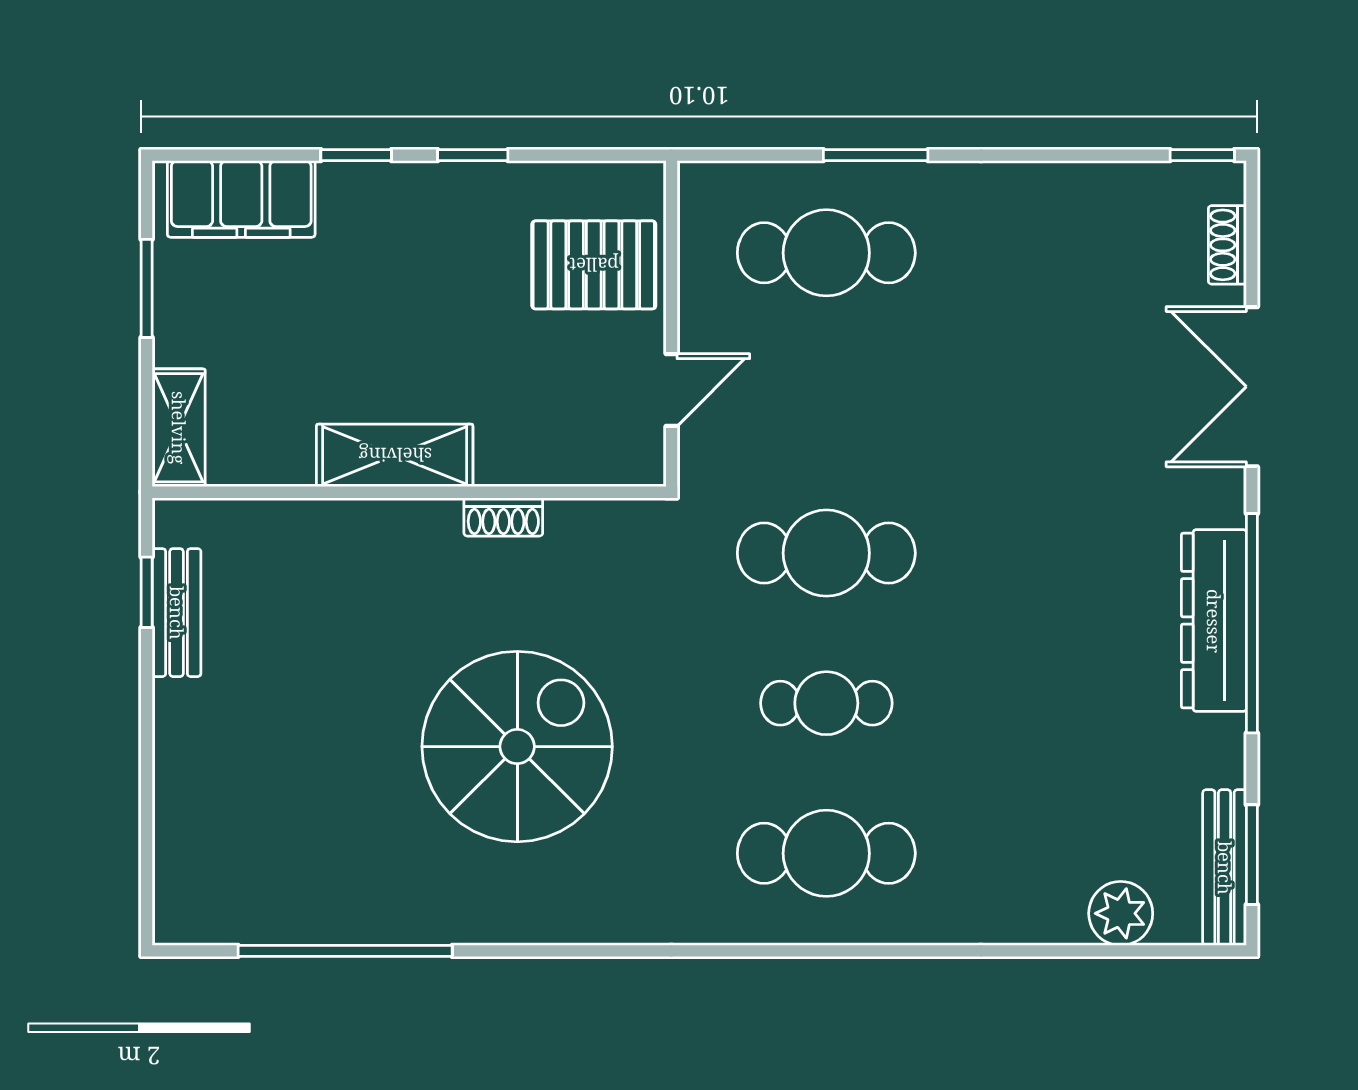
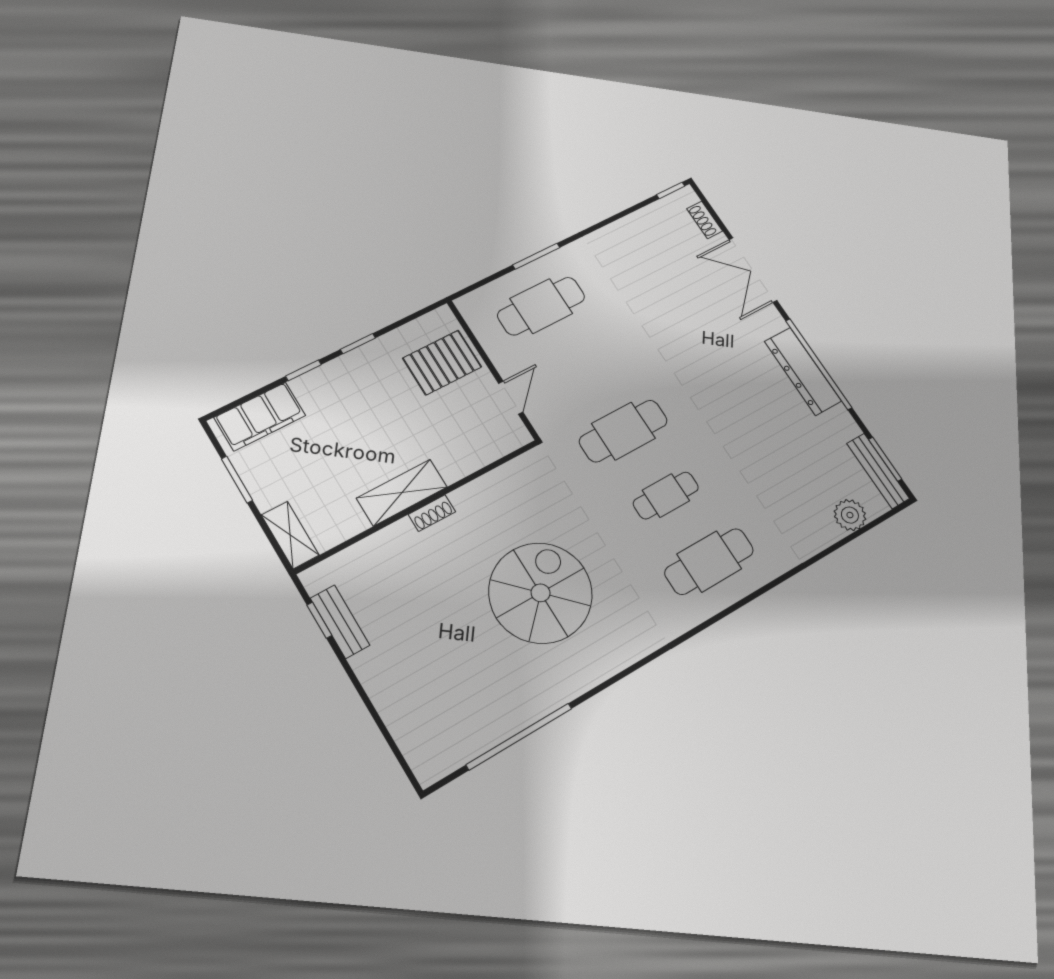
shoe rack: (503, 517) -> (432, 513), moved

